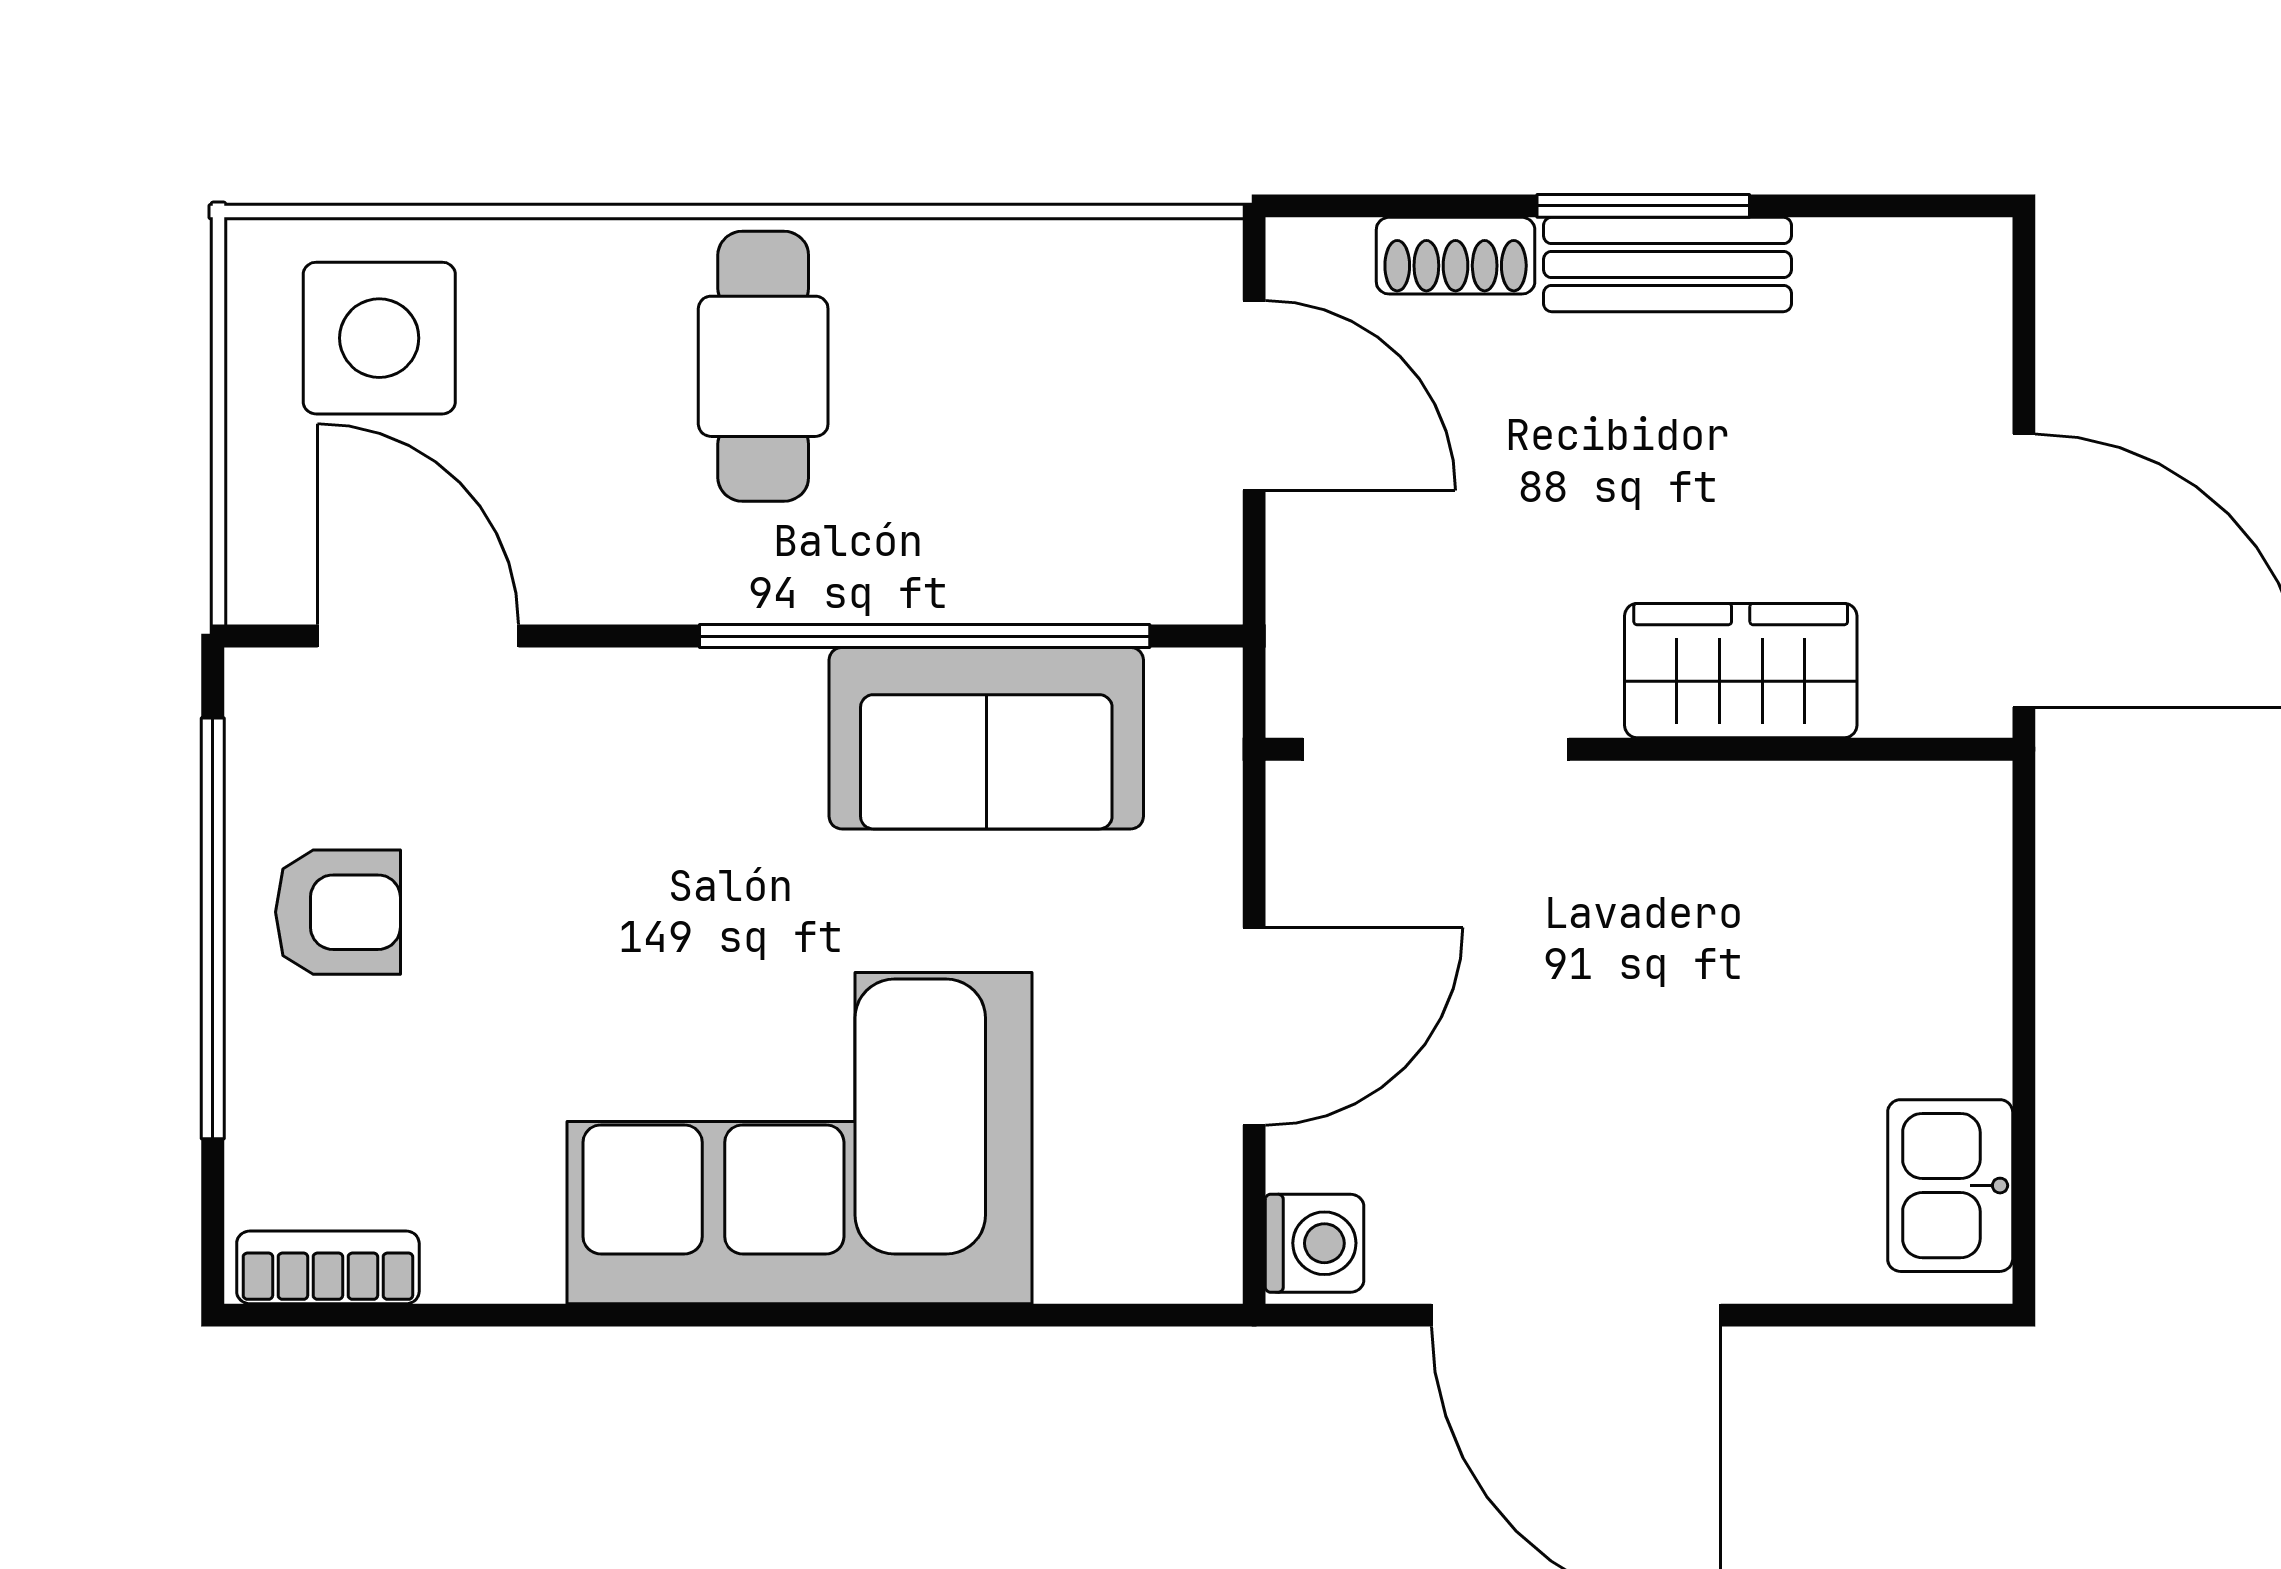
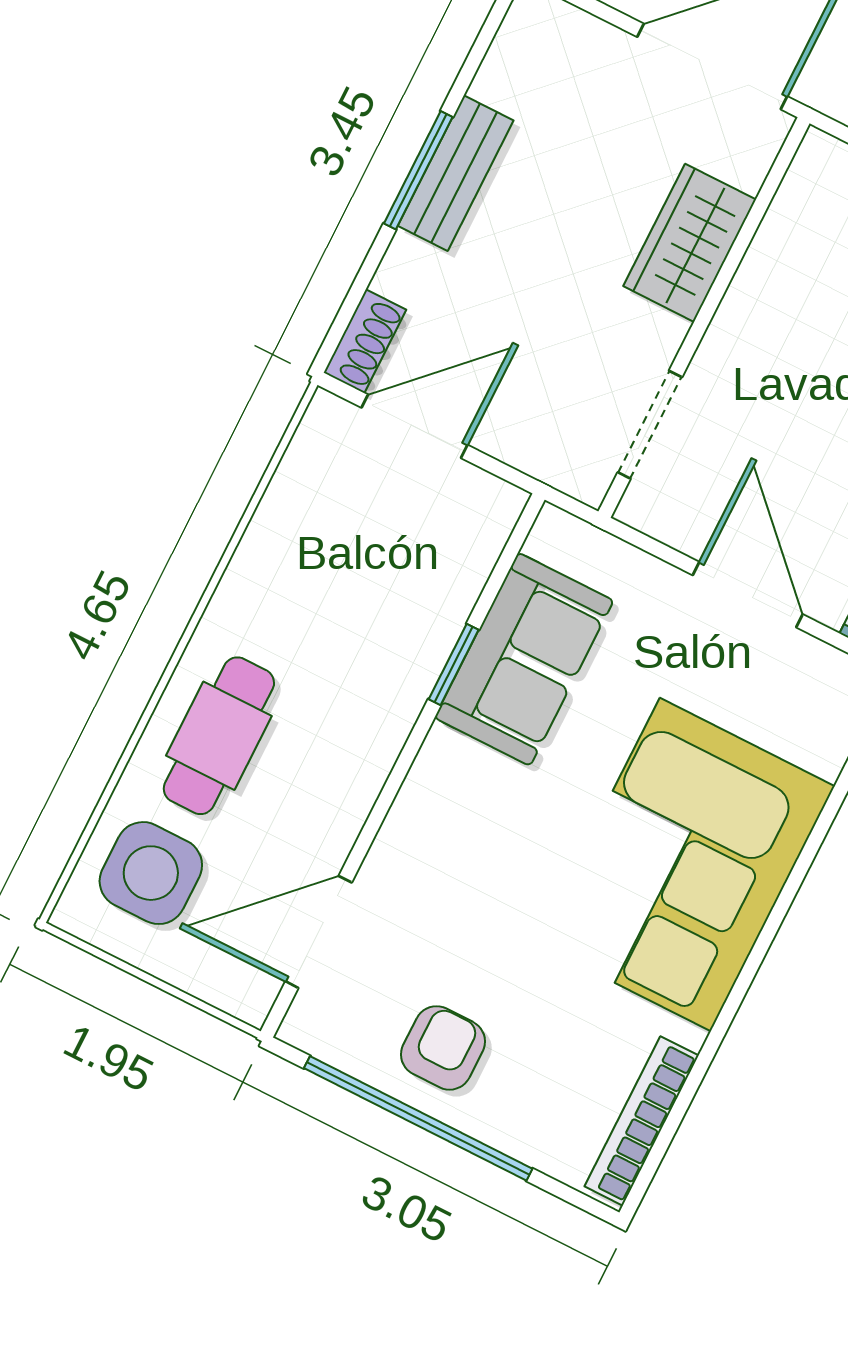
shoe rack: (1456, 256) -> (365, 341), moved
cafe table: (763, 366) -> (219, 736), moved, turned 90
window: (925, 636) -> (454, 664), width x0.32
doorway: (1436, 749) -> (650, 425), width x0.73
bookcase: (328, 1267) -> (642, 1121), width x1.56

